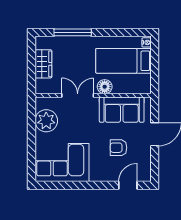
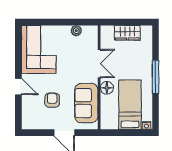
window: (73, 32) -> (156, 77), moved
plant: (46, 121) -> (76, 31), width x0.53, depth x0.53
door: (128, 185) -> (18, 87), moved

